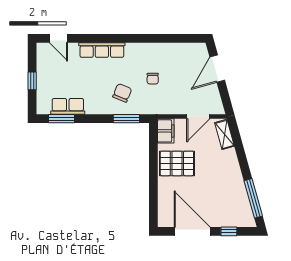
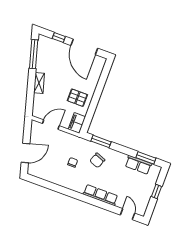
shelving: (225, 134) -> (39, 83), moved
pallet: (177, 163) -> (77, 98), width x0.67, depth x0.71

